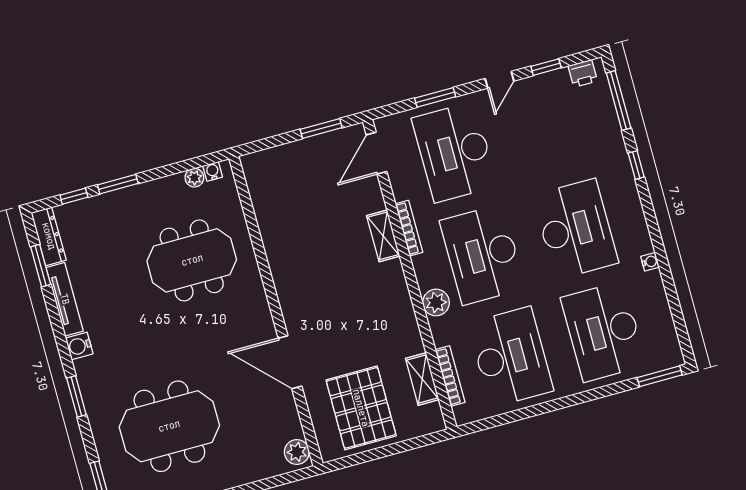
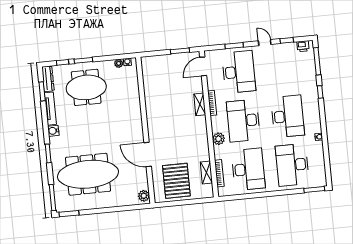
door: (499, 80) -> (265, 43), swing flipped
desk: (454, 152) -> (239, 72), turned 180
meeting table: (192, 260) -> (86, 87), moved
meeting table: (169, 426) -> (88, 174), width x1.36

